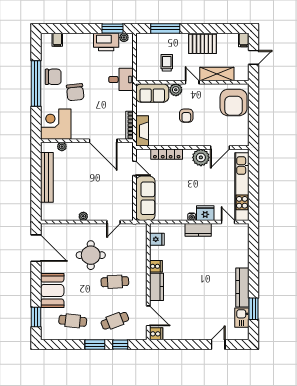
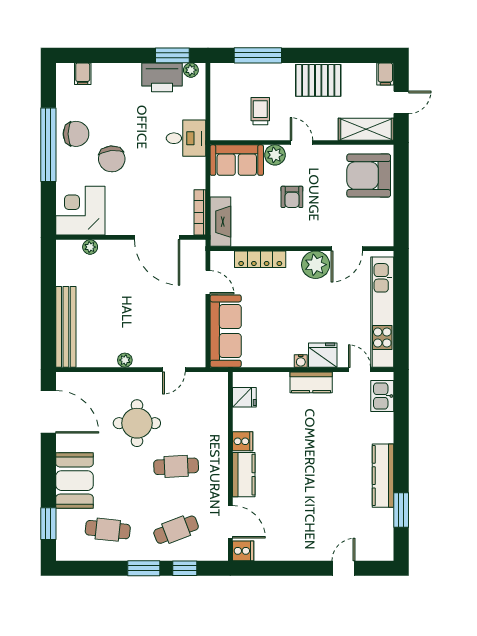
shelving: (217, 74) -> (366, 129), moved
armchair: (234, 102) -> (369, 176), turned 90
bench: (47, 177) -> (66, 327), moved
kitchen sink: (242, 318) -> (382, 396), moved

